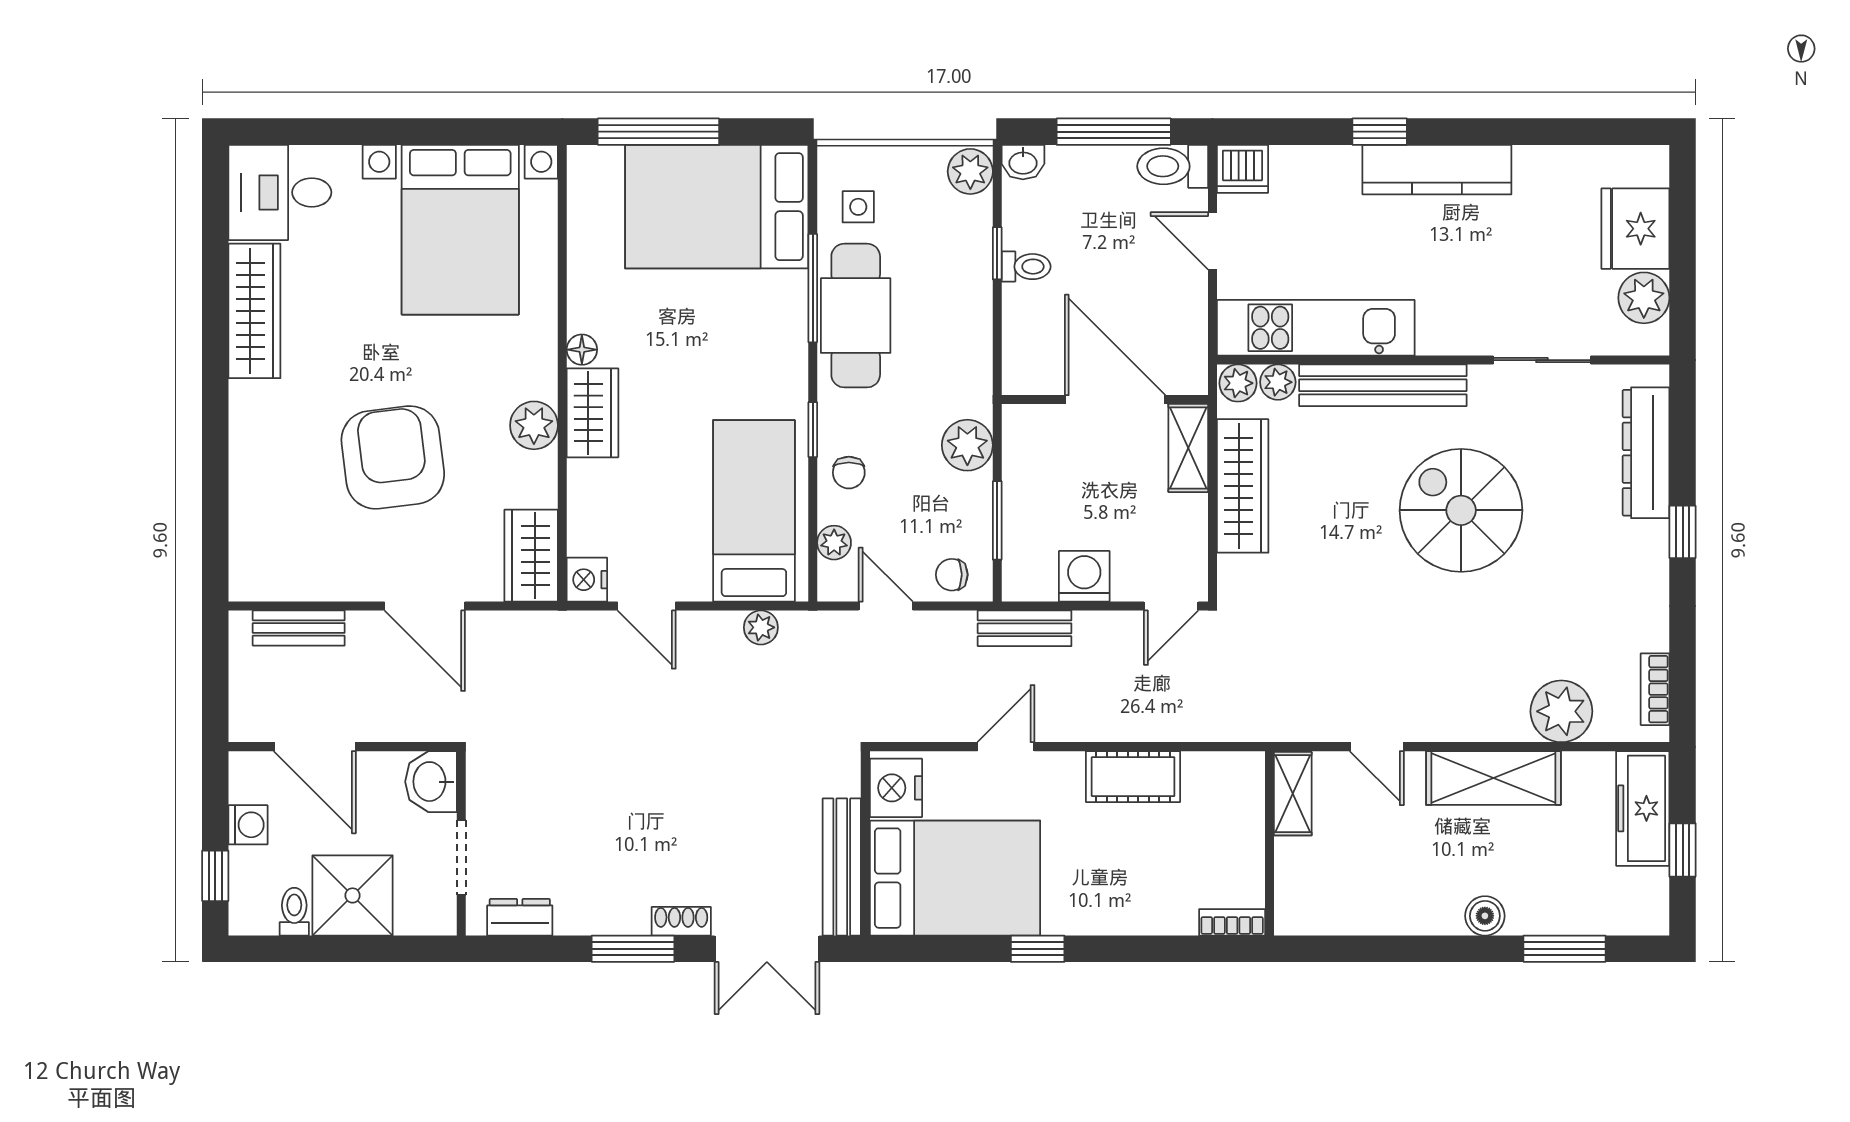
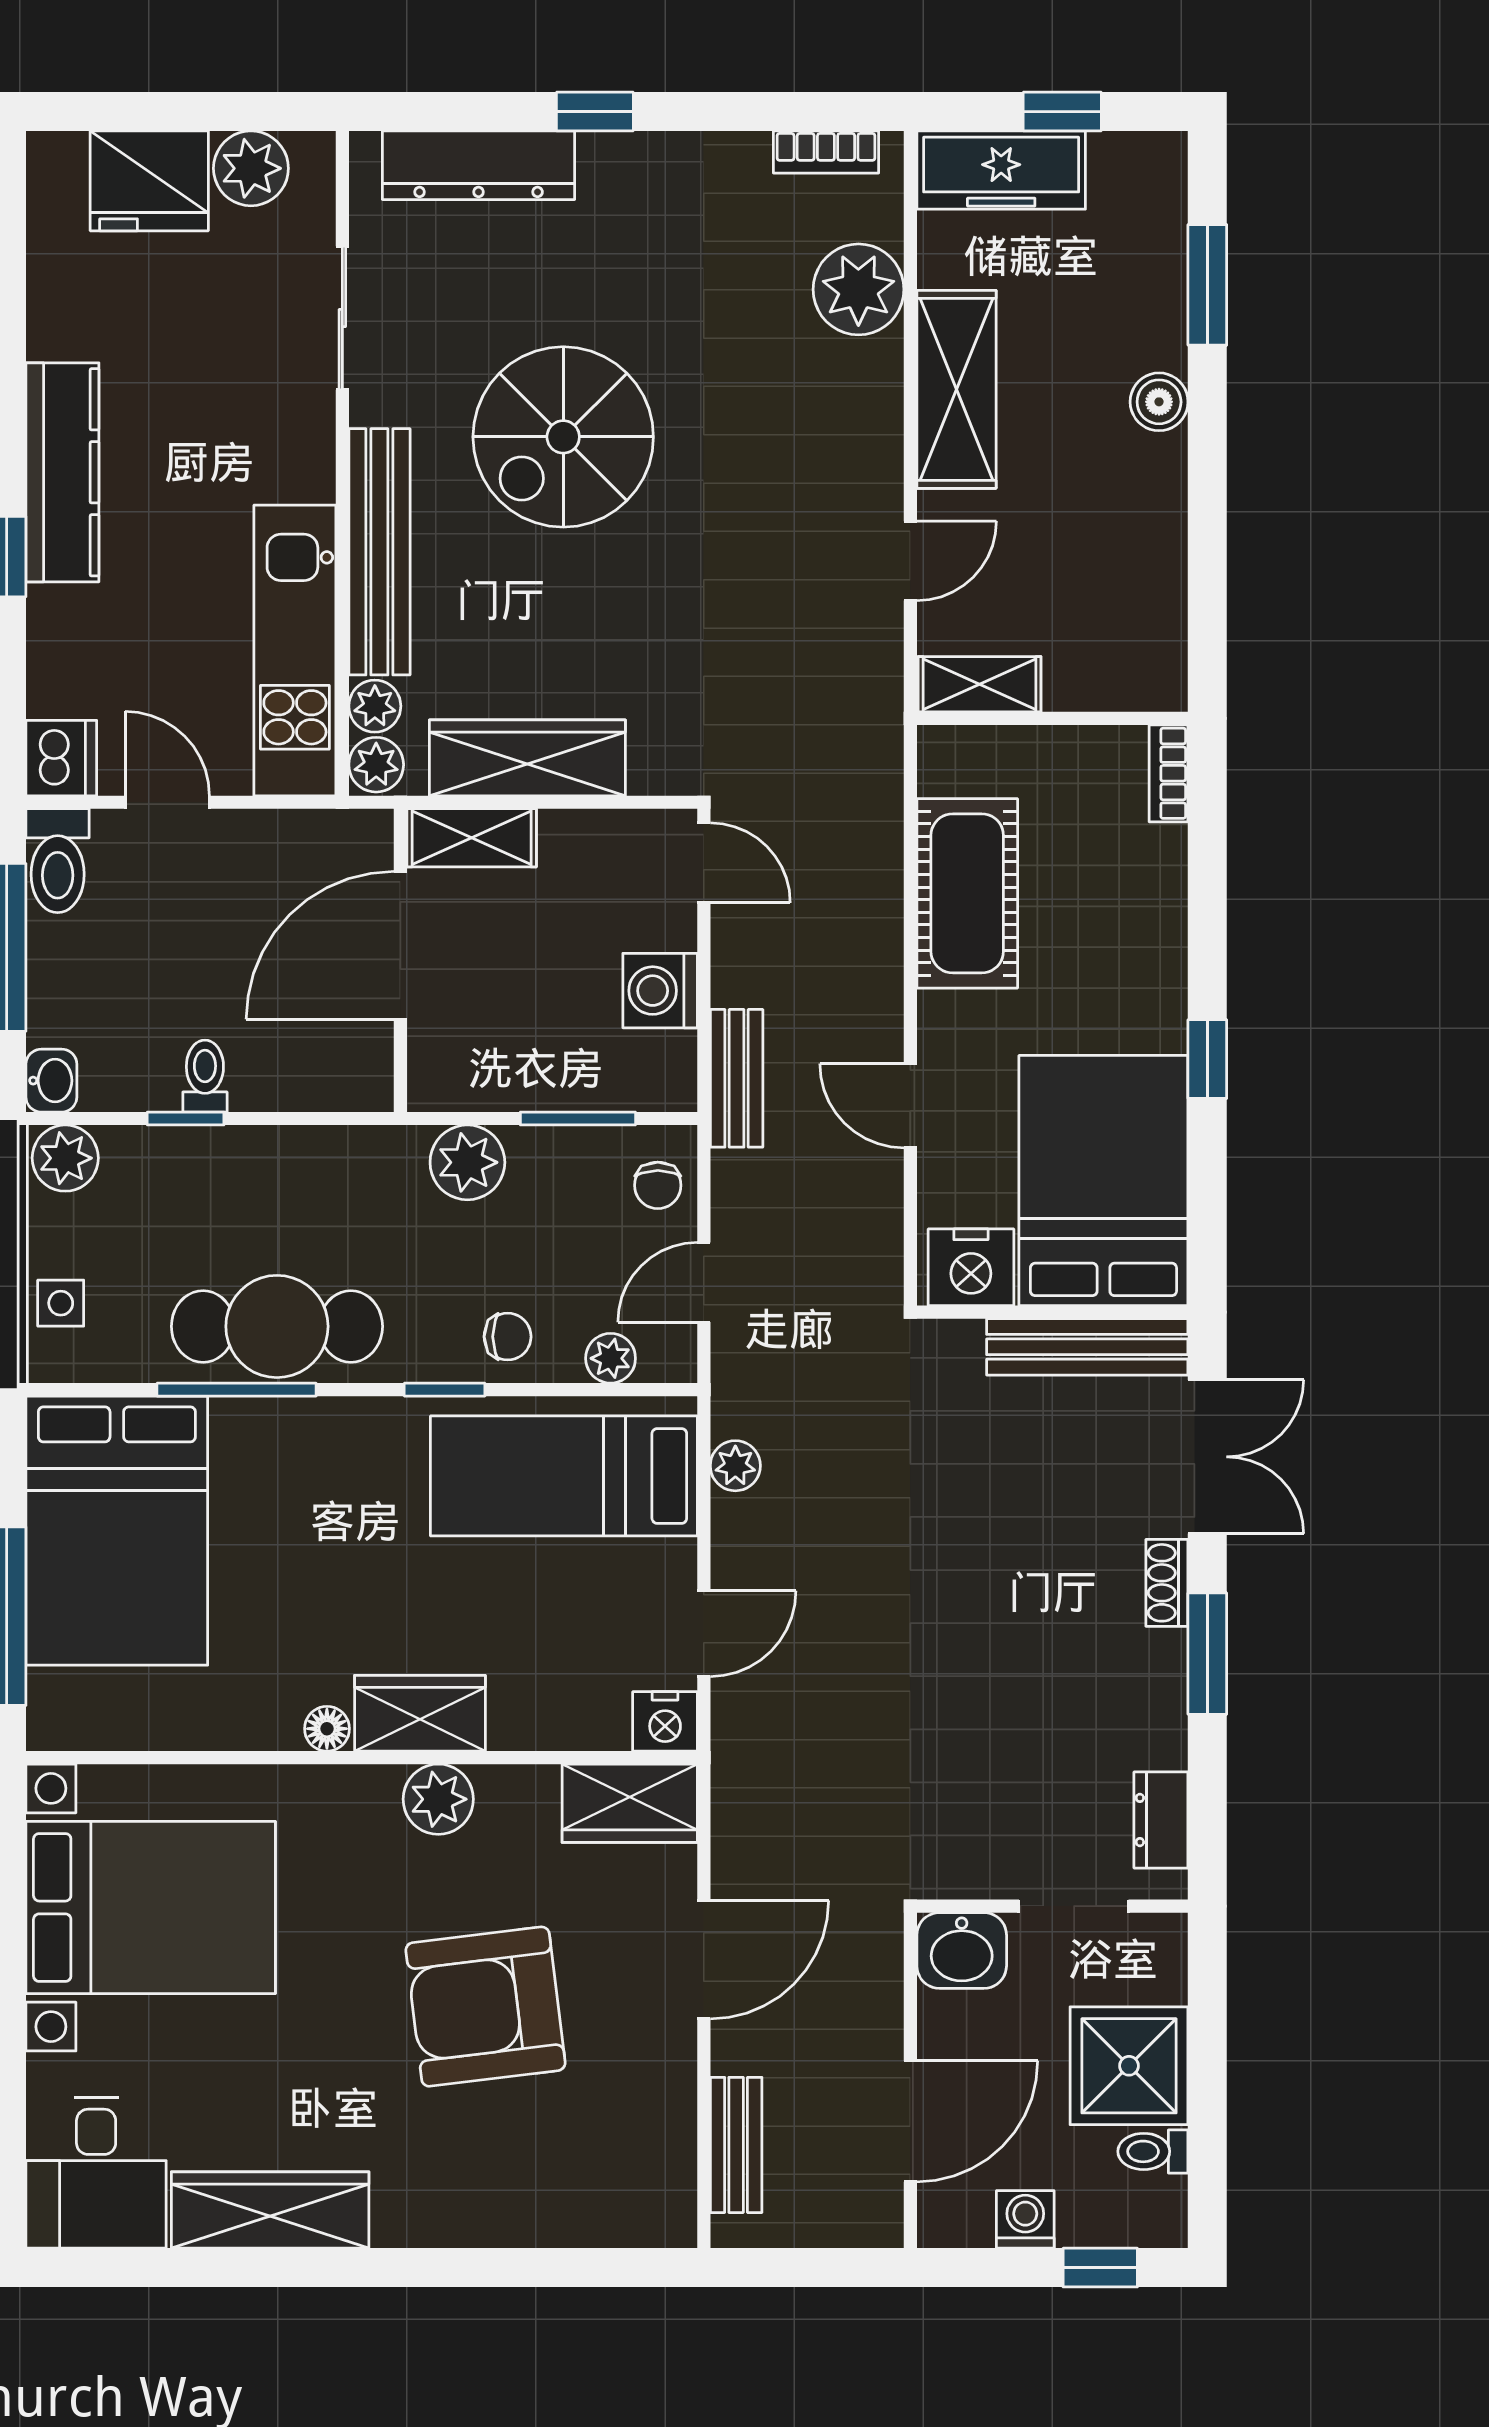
side table: (858, 207) -> (61, 1303), moved
door: (1212, 241) -> (167, 802), swing flipped
cot: (1133, 777) -> (967, 893), width x1.37, depth x1.34

